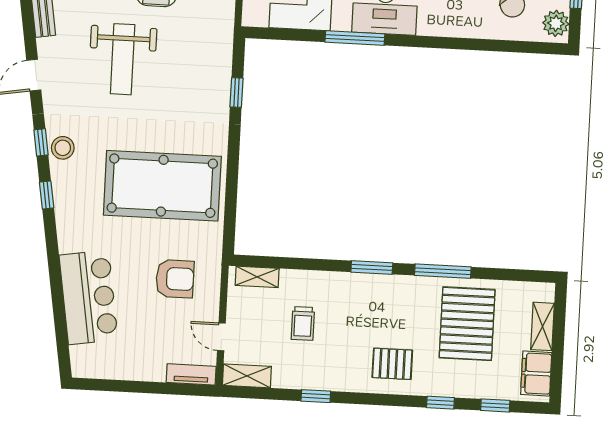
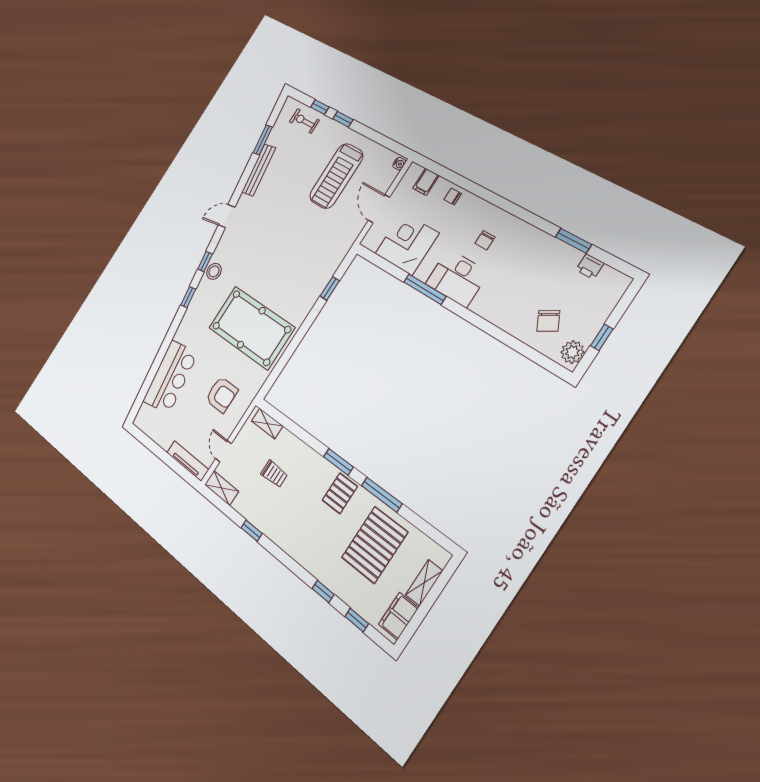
weight bench: (123, 59) -> (279, 231), removed
trolley: (303, 323) -> (274, 474), turned -90
pallet: (392, 364) -> (340, 493), moved, turned 90
tv unit: (191, 374) -> (188, 461), width x1.41

